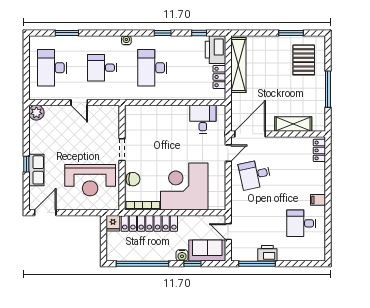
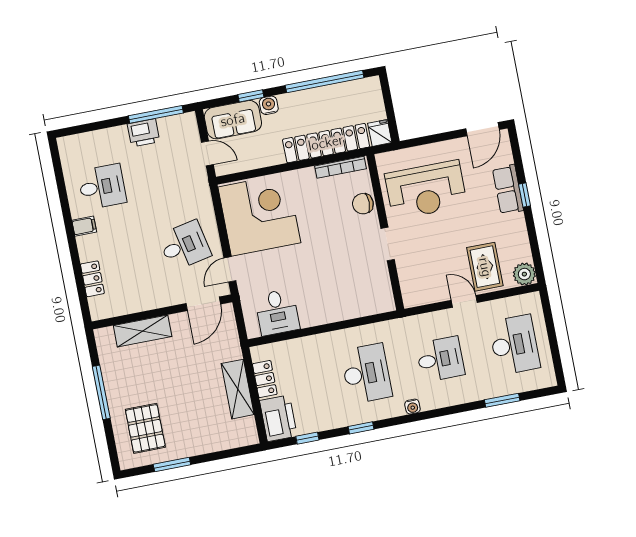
shelving: (238, 65) -> (238, 389), width x0.68
rug: (61, 122) -> (485, 267), added
door: (250, 134) -> (203, 304), width x0.73
locker: (319, 150) -> (92, 279), moved
reception desk: (90, 180) -> (426, 190), turned 180
corner desk: (184, 186) -> (259, 215), moved, turned -90

